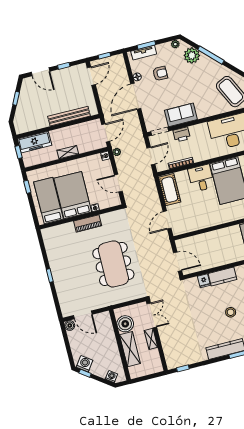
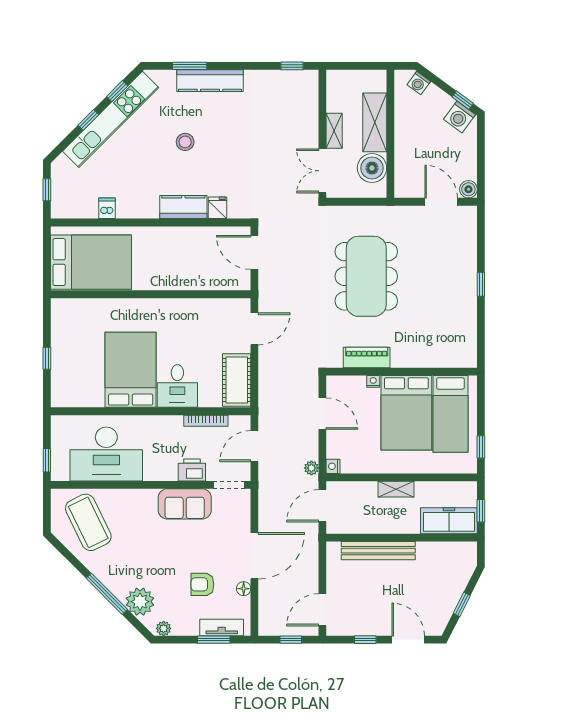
piano: (88, 223) -> (367, 357), moved

